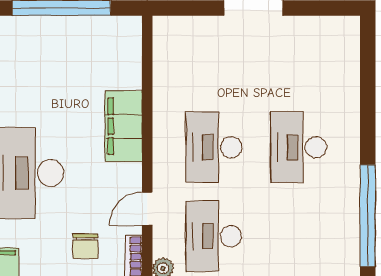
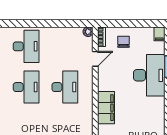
filing cabinet: (124, 126) -> (106, 108), moved
desk: (214, 236) -> (26, 46), moved

